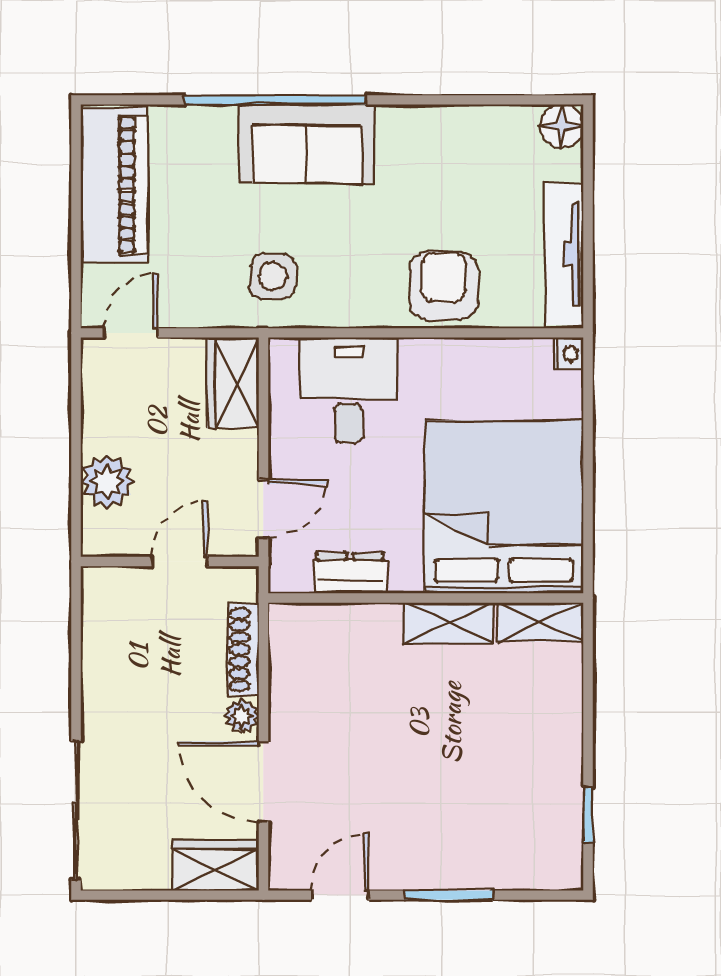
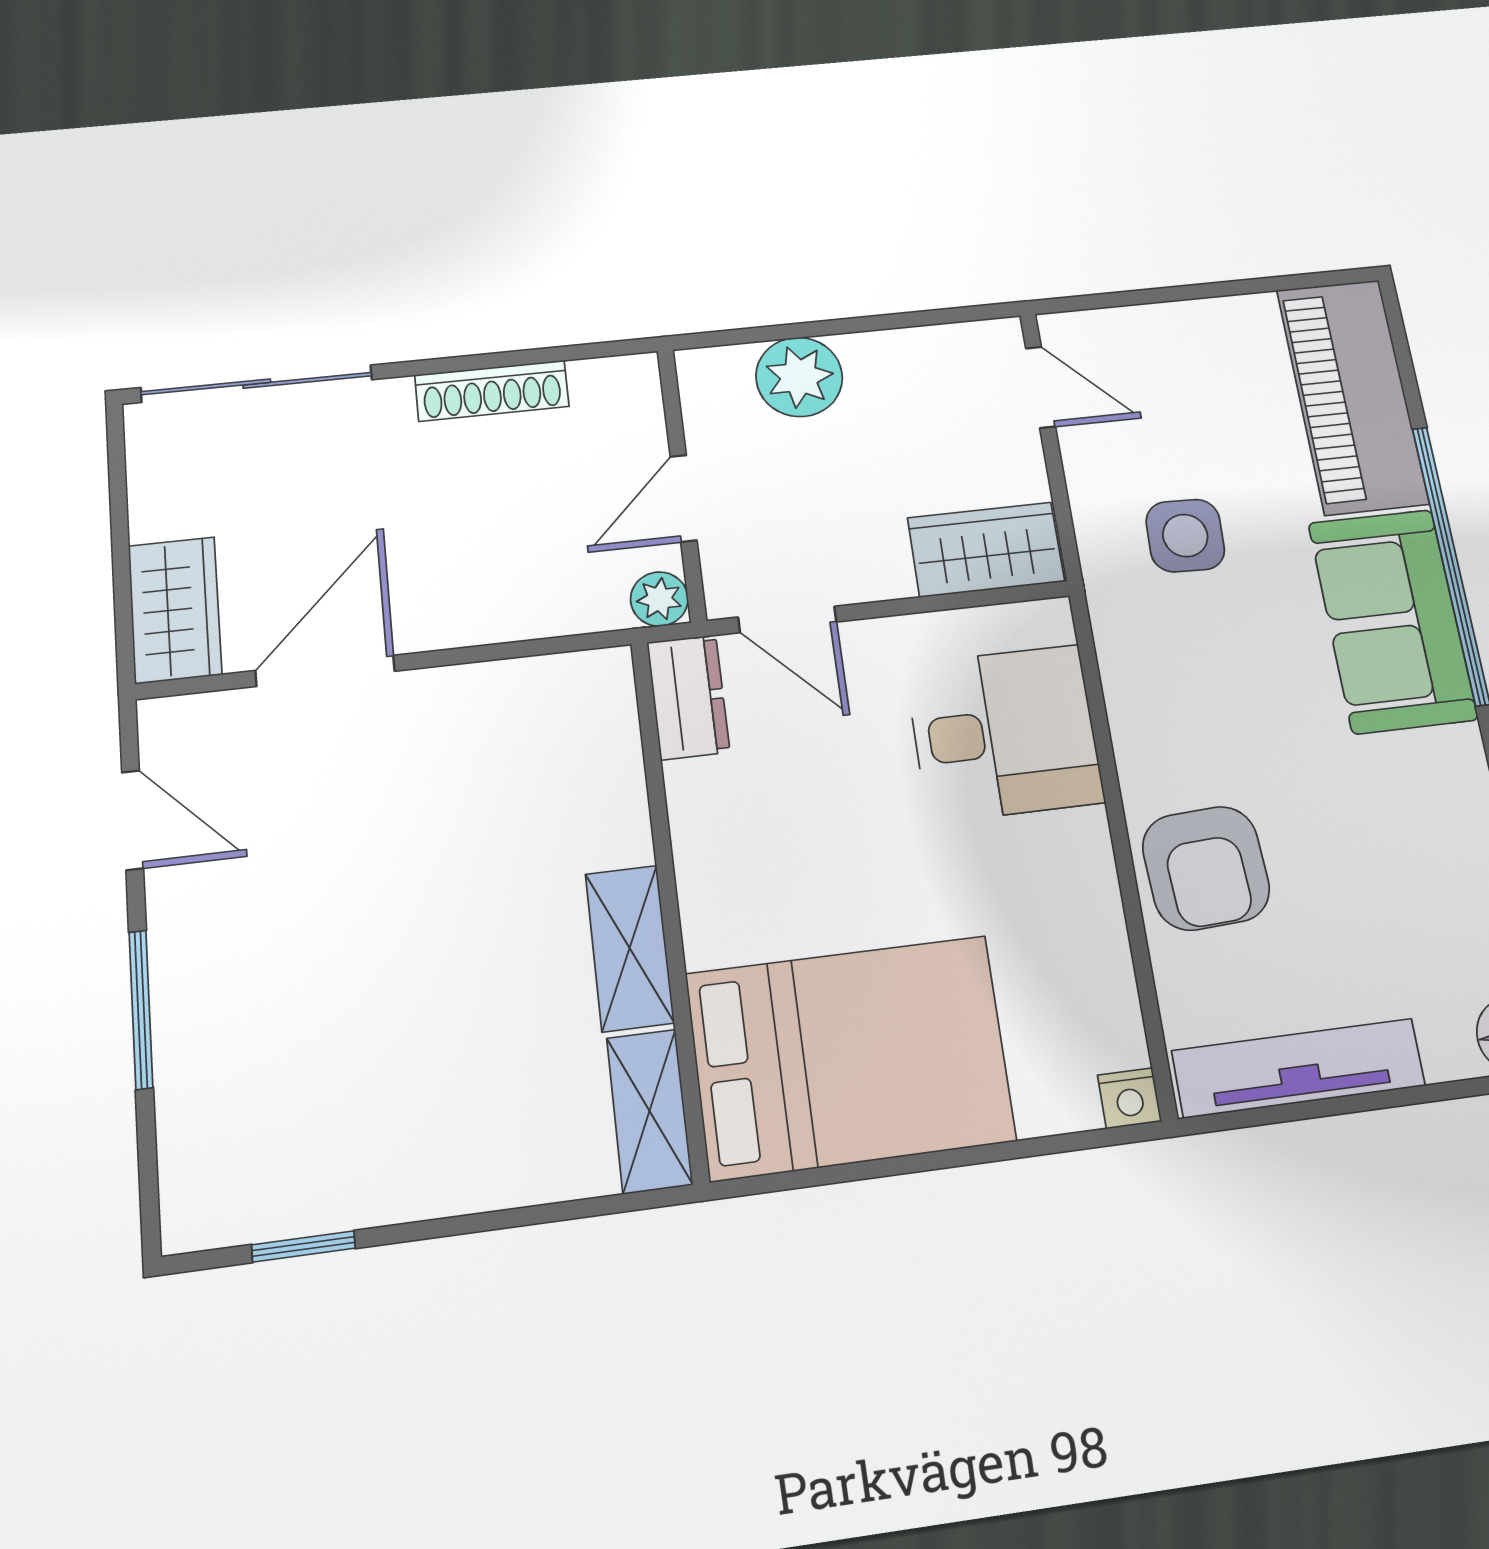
piano: (114, 185) -> (1352, 396), moved, turned 90
side table: (273, 276) -> (1185, 536), moved
armchair: (443, 286) -> (1206, 868), turned 87
bed: (504, 507) -> (850, 1057), width x0.73
door: (179, 561) -> (684, 498), swing flipped
dresser: (350, 573) -> (688, 697), moved
shoe rack: (243, 650) -> (492, 391), moved, turned 180
plant: (242, 716) -> (659, 599), moved

